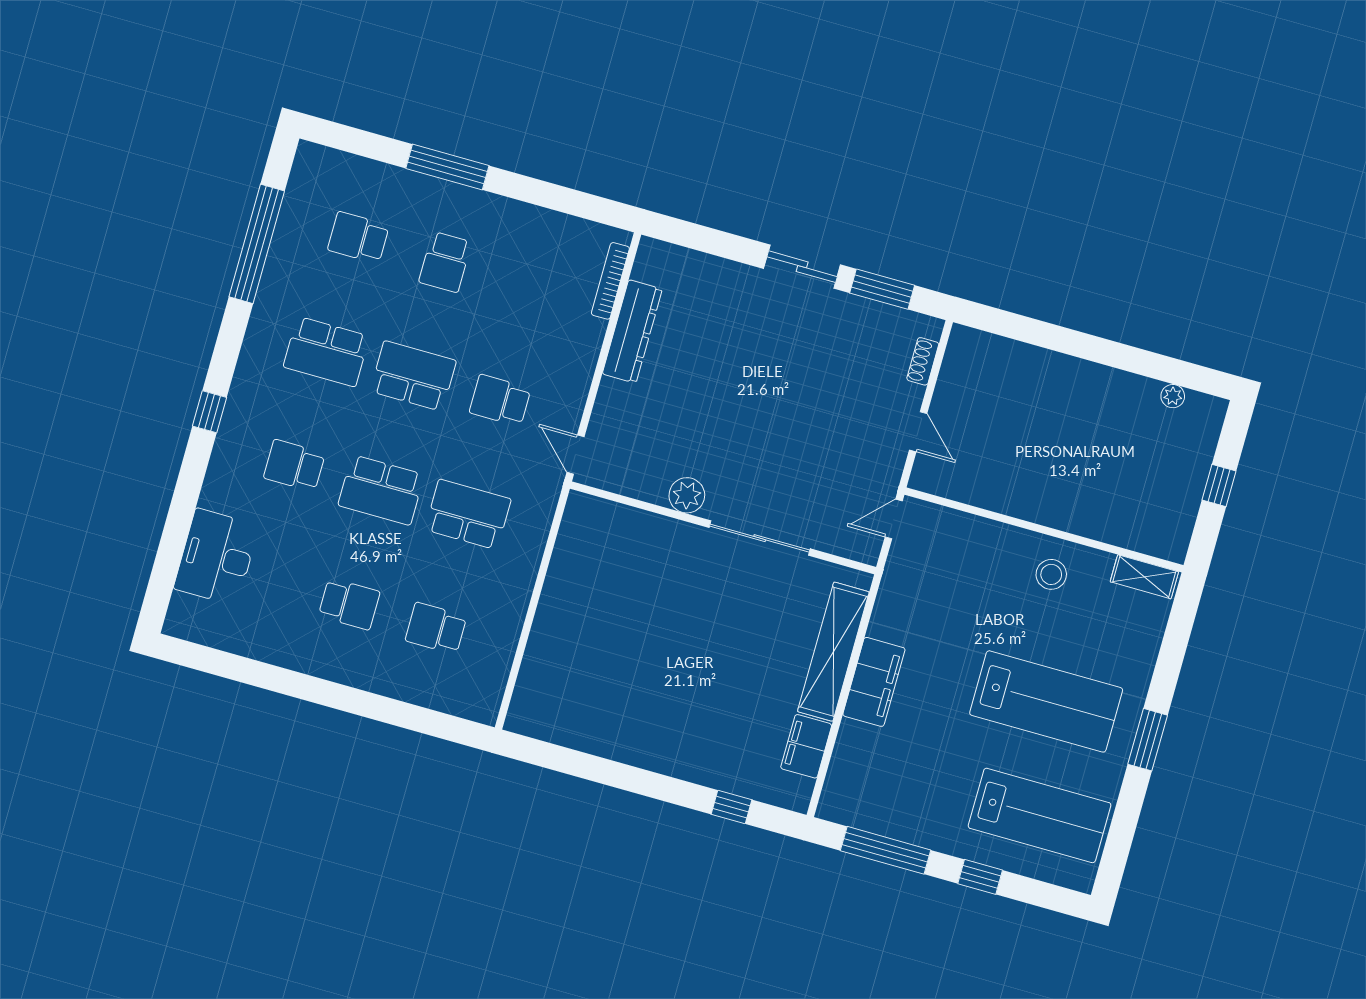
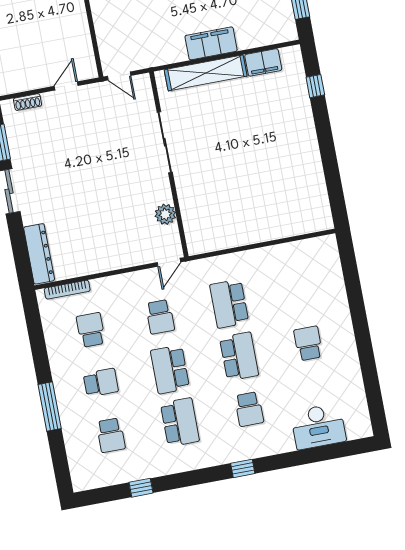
window: (257, 244) -> (141, 488), width x0.32
dresser: (632, 331) -> (39, 254), moved, turned 90
plant: (687, 495) -> (165, 214), moved
school desk: (436, 628) -> (91, 330), moved, turned 180

